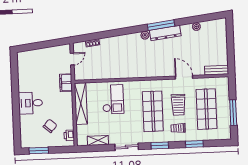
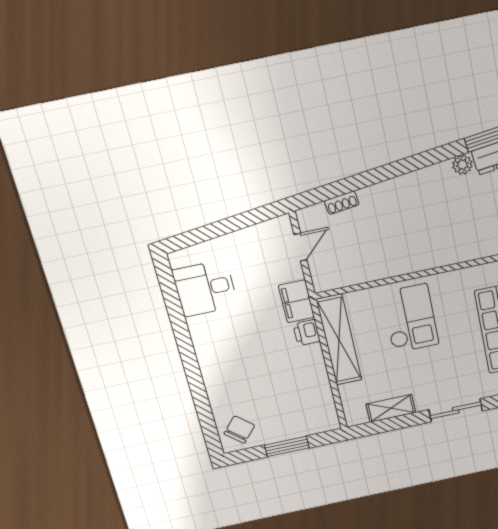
desk: (30, 103) -> (205, 288), moved
chair: (50, 126) -> (239, 430), moved
printer: (69, 135) -> (307, 333), moved
window: (39, 151) -> (287, 446), moved

